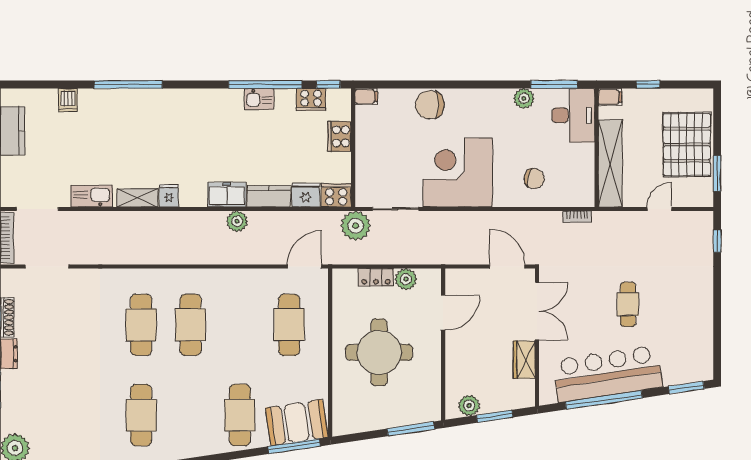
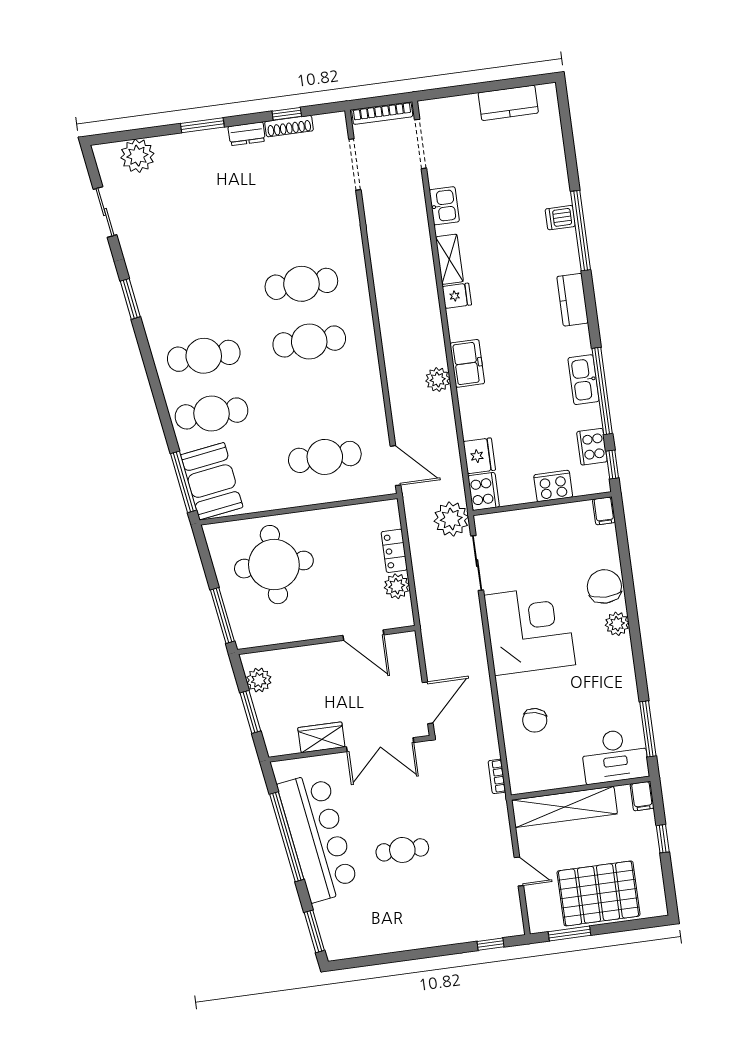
plant: (524, 98) -> (617, 624), moved
kitchen sink: (259, 99) -> (583, 380), width x1.38
dishwasher: (68, 100) -> (560, 218), moved
kitchen sink: (92, 196) -> (444, 206), width x0.73
kitchen counter: (269, 196) -> (573, 300), moved, turned 180
round table: (379, 352) -> (274, 565), moved
cafe table: (141, 415) -> (204, 356), moved

